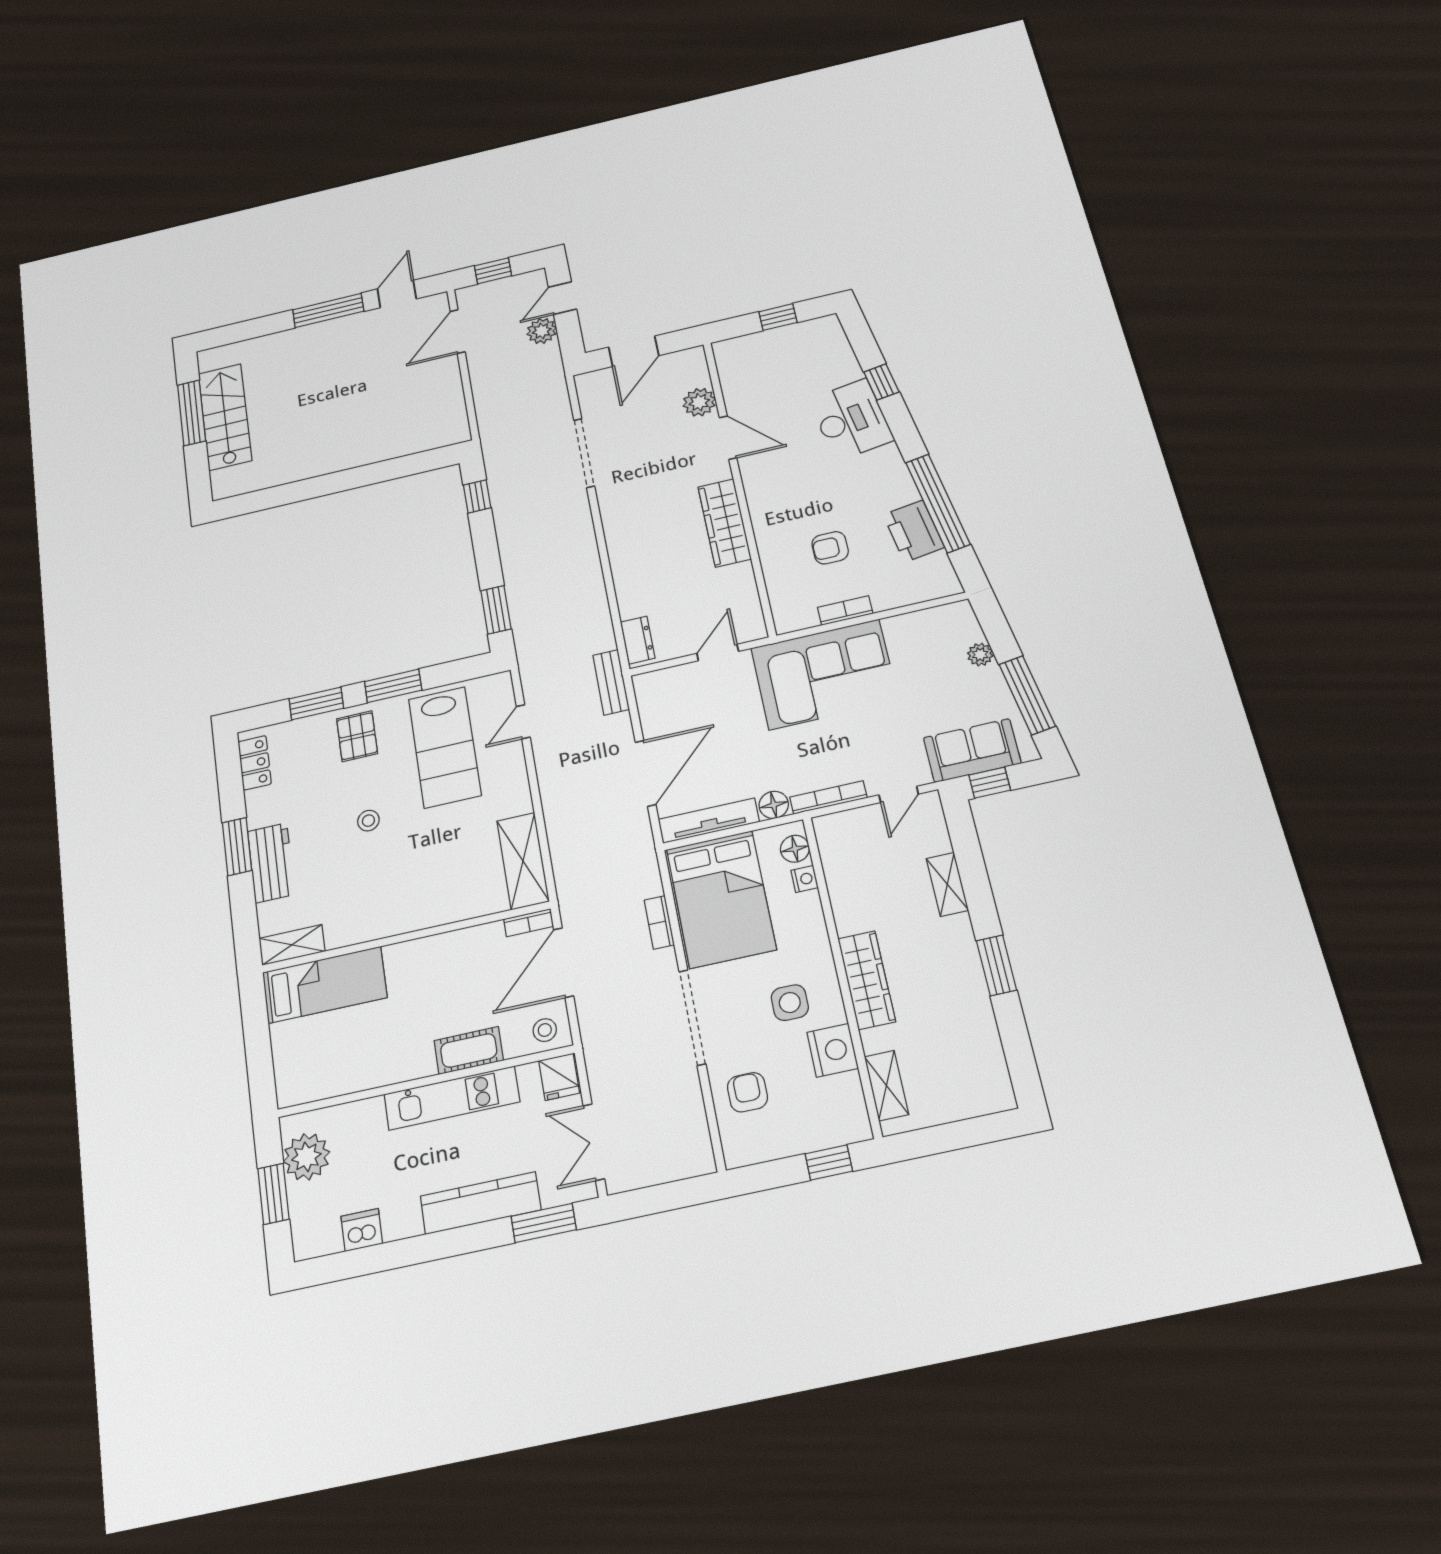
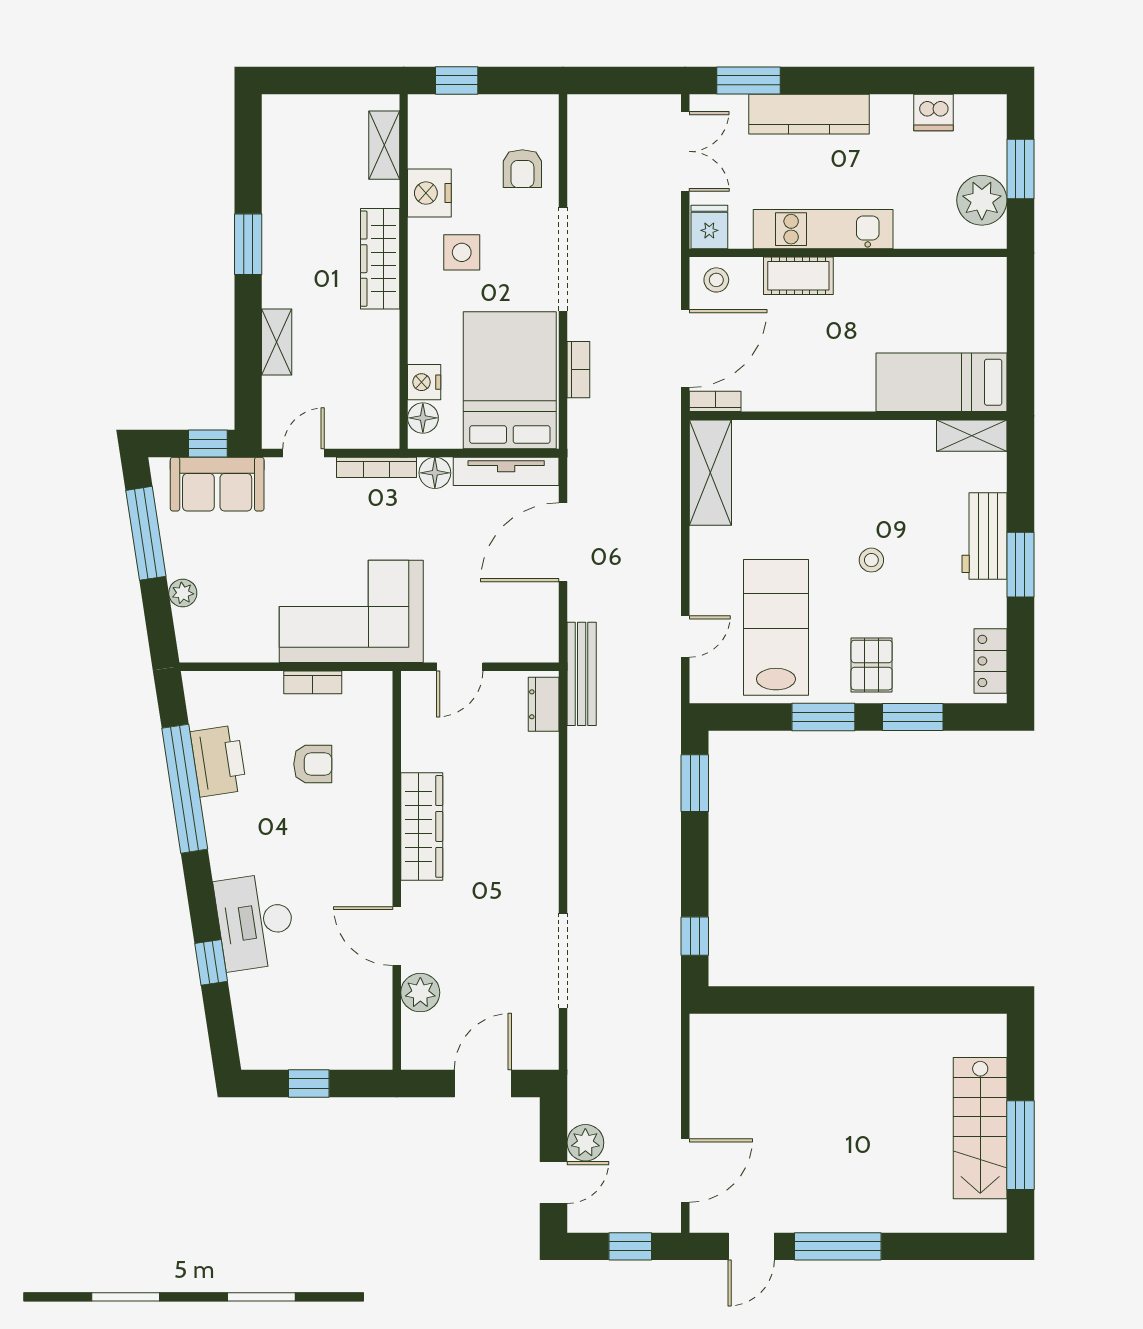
bench: (611, 682) -> (582, 674), width x1.36
nightstand: (805, 879) -> (424, 382), width x1.39, depth x1.35

